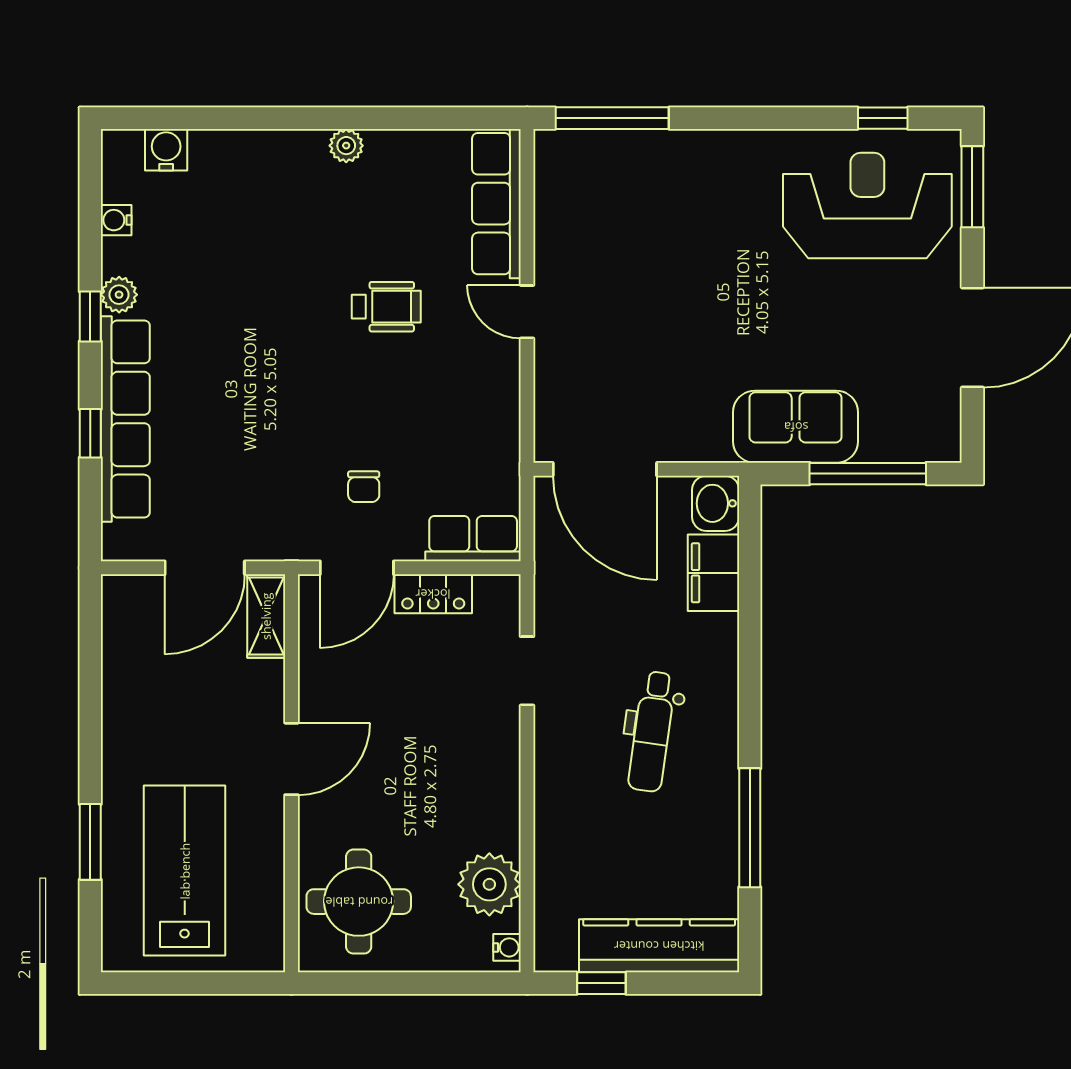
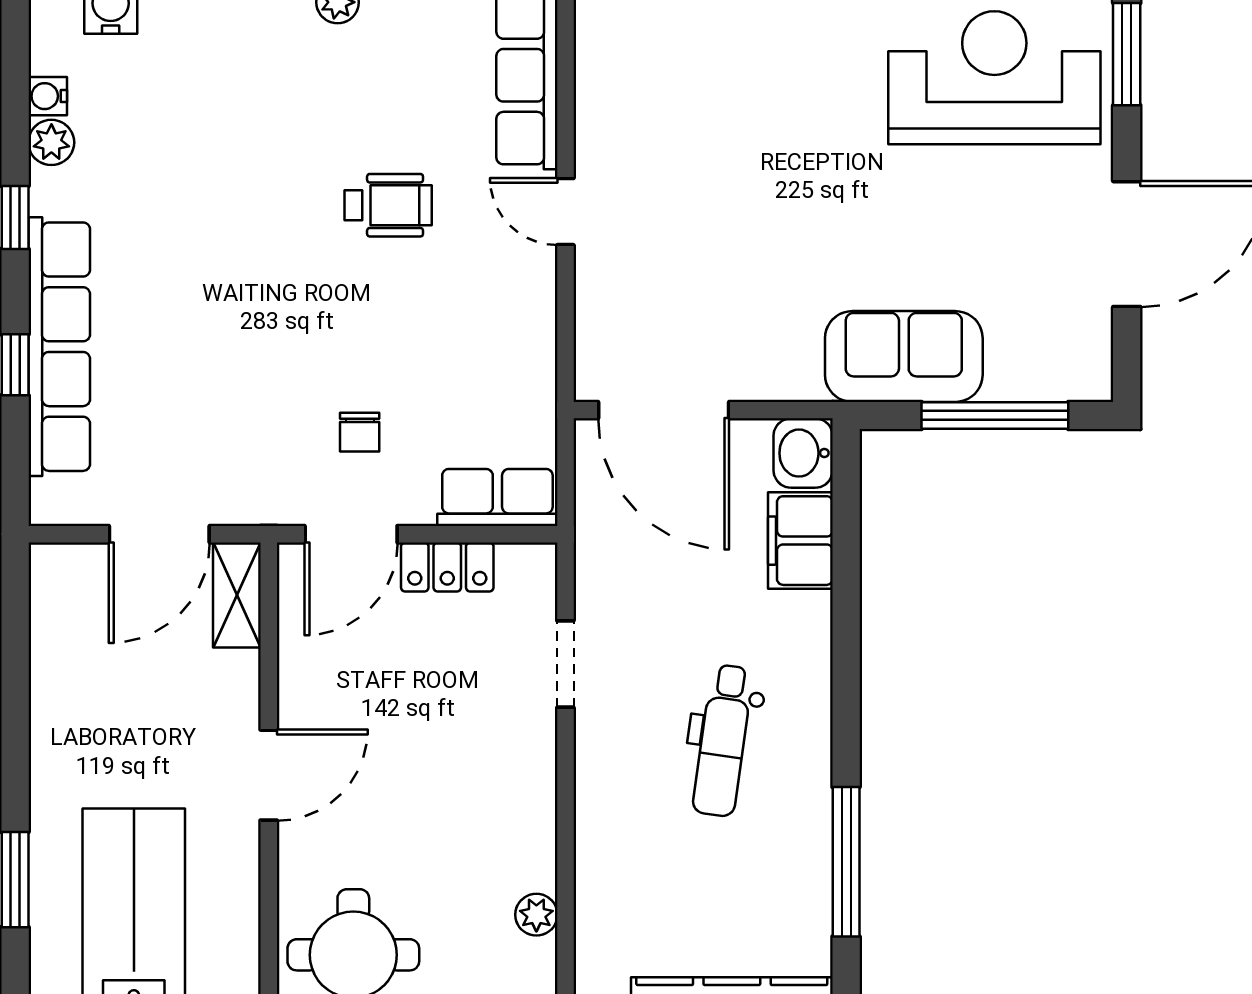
plant: (119, 295) -> (51, 142), moved
plant: (489, 884) -> (536, 915), width x0.53, depth x0.53

